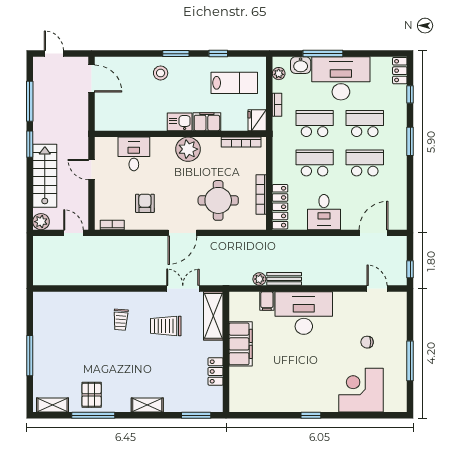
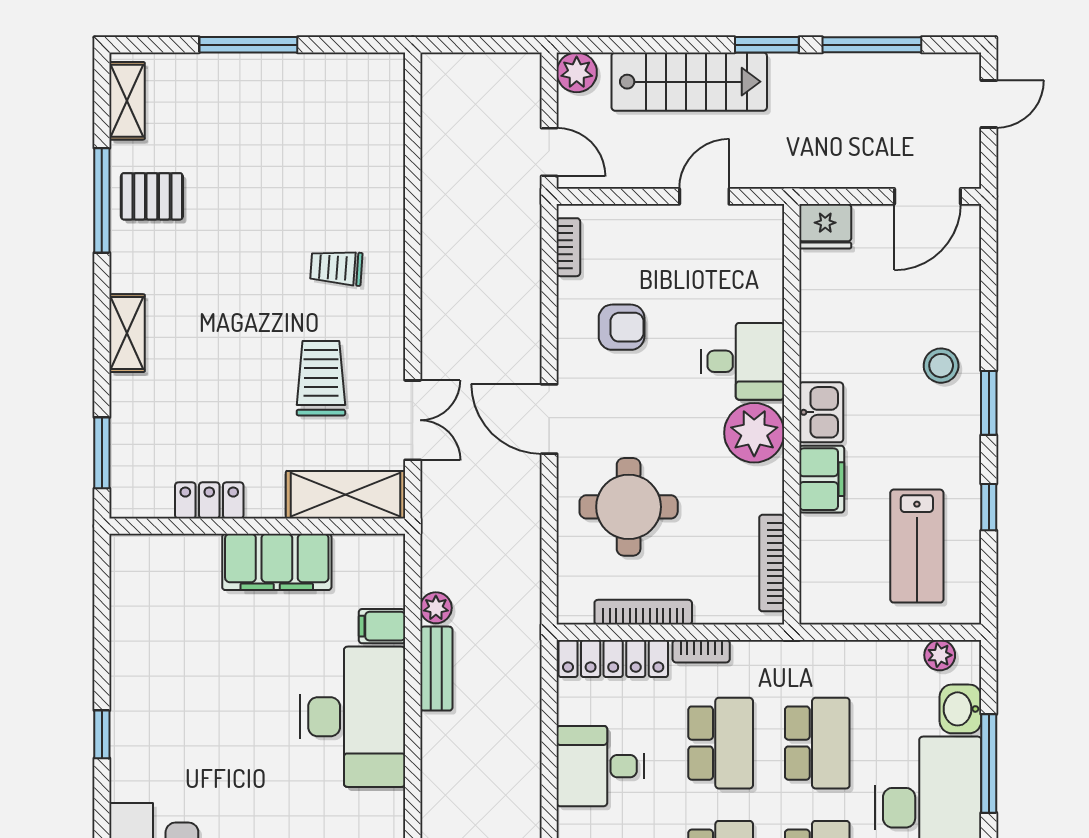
bookcase: (277, 105) -> (701, 651), moved
fridge: (257, 120) -> (825, 226), moved, turned 180
desk: (134, 154) -> (743, 361), moved
door: (73, 233) -> (549, 152), hinge flipped

